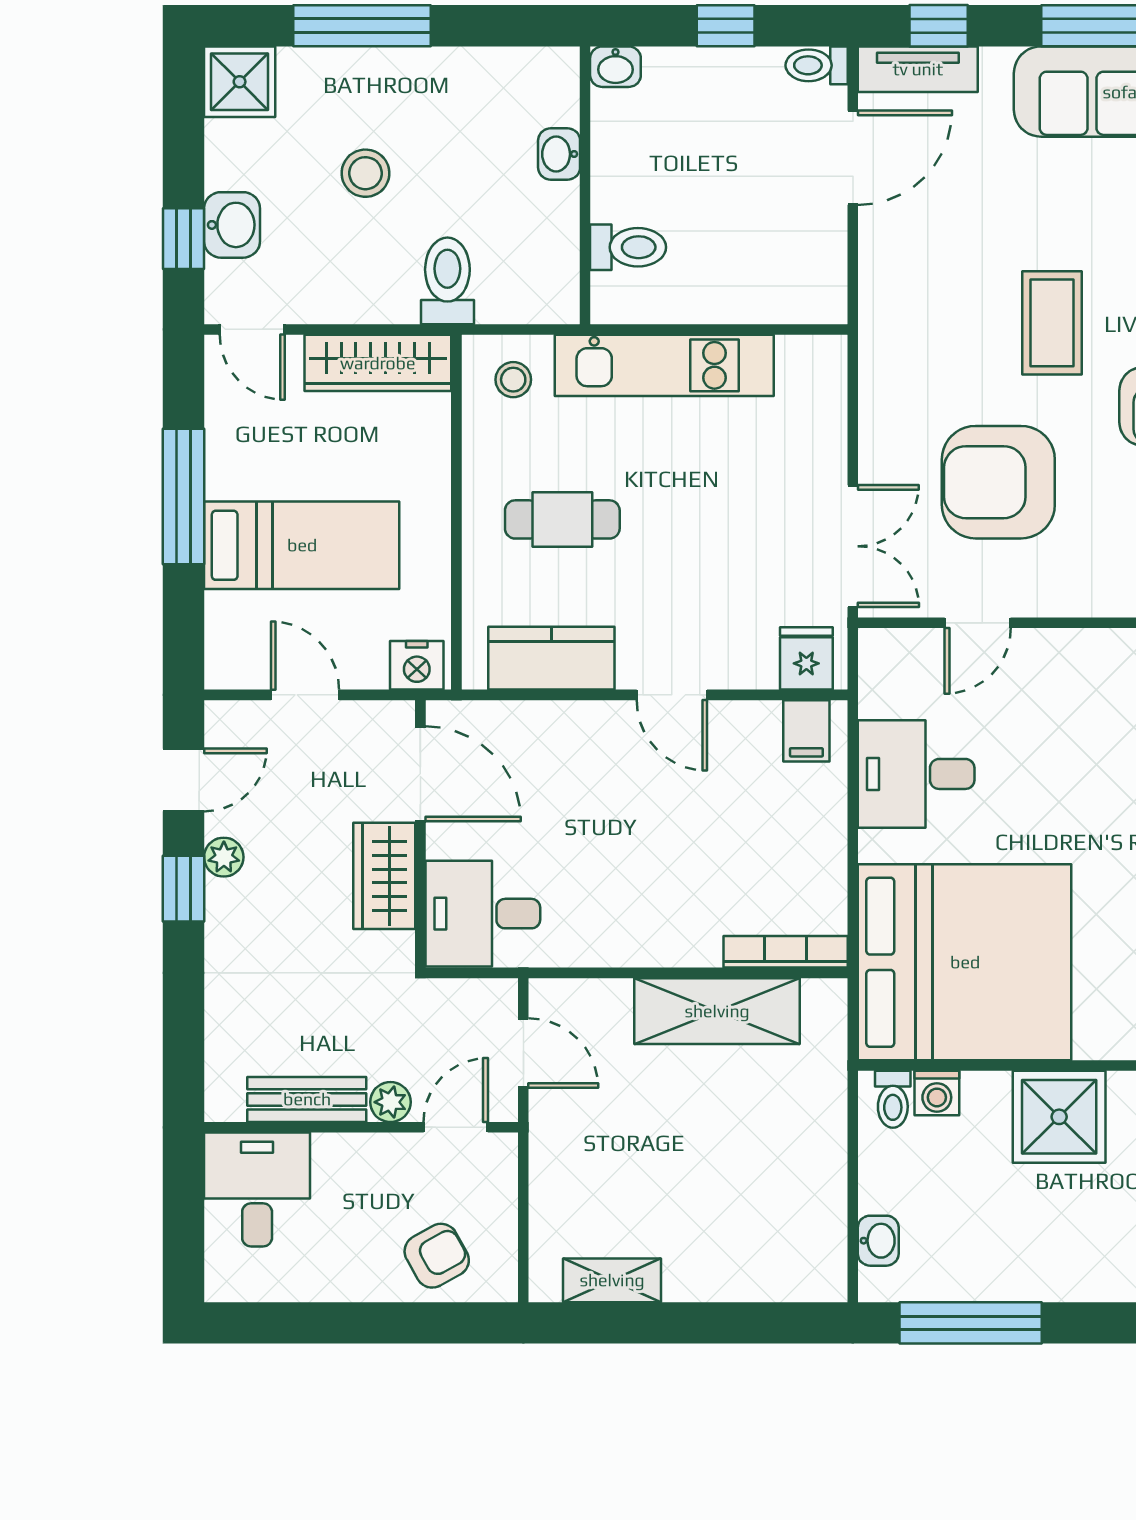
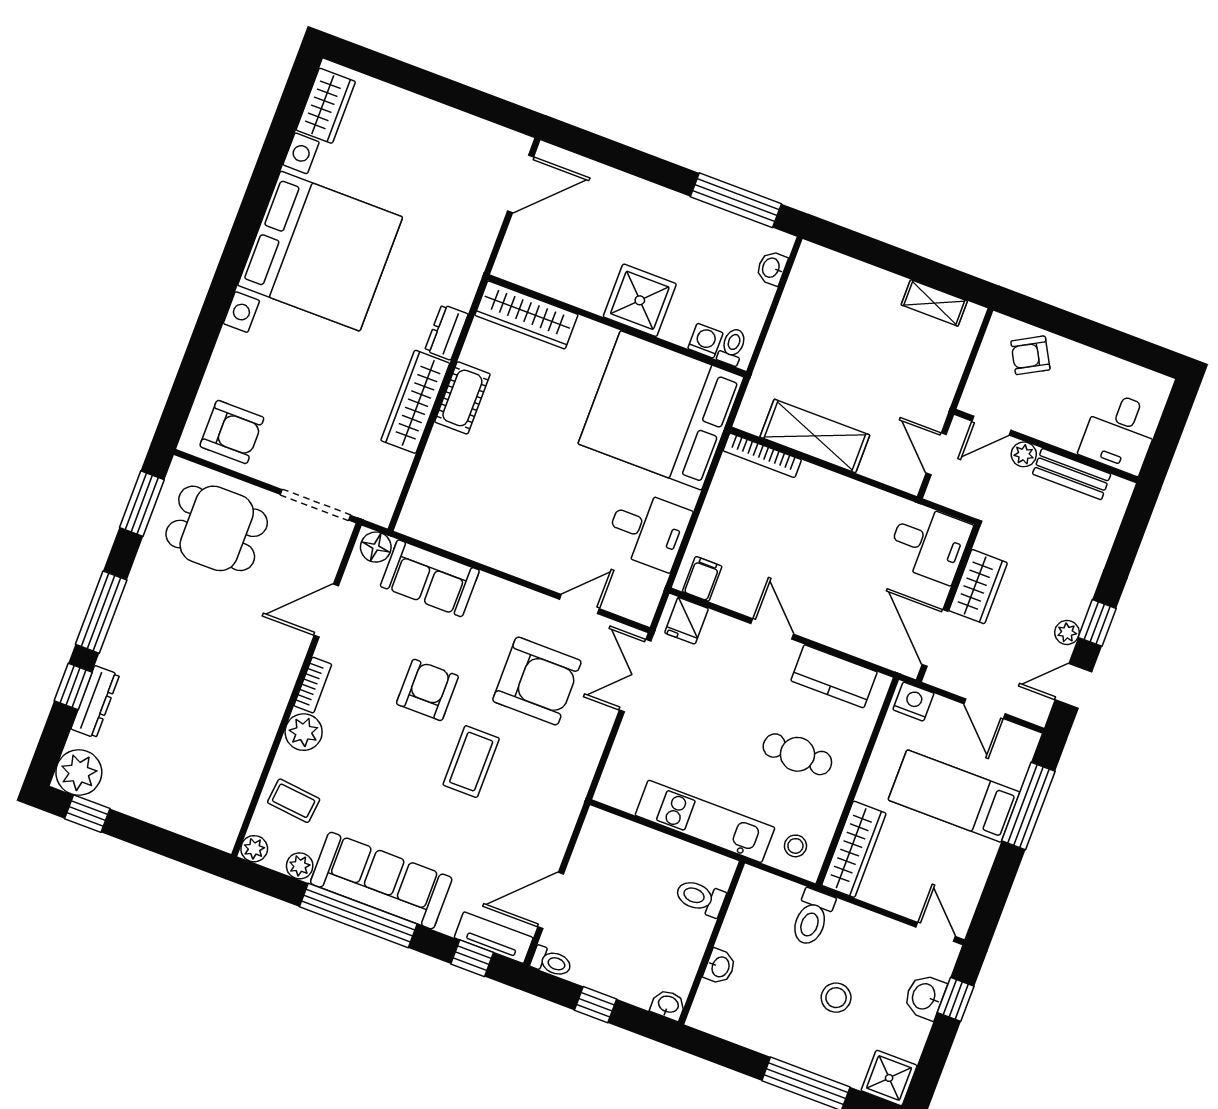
wardrobe: (378, 363) -> (854, 849), moved, turned 90
window: (184, 496) -> (1028, 806), moved

